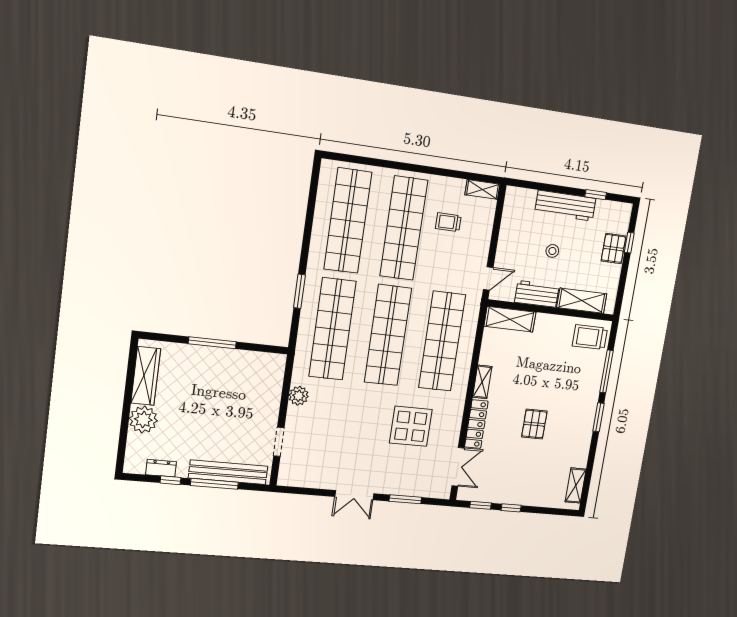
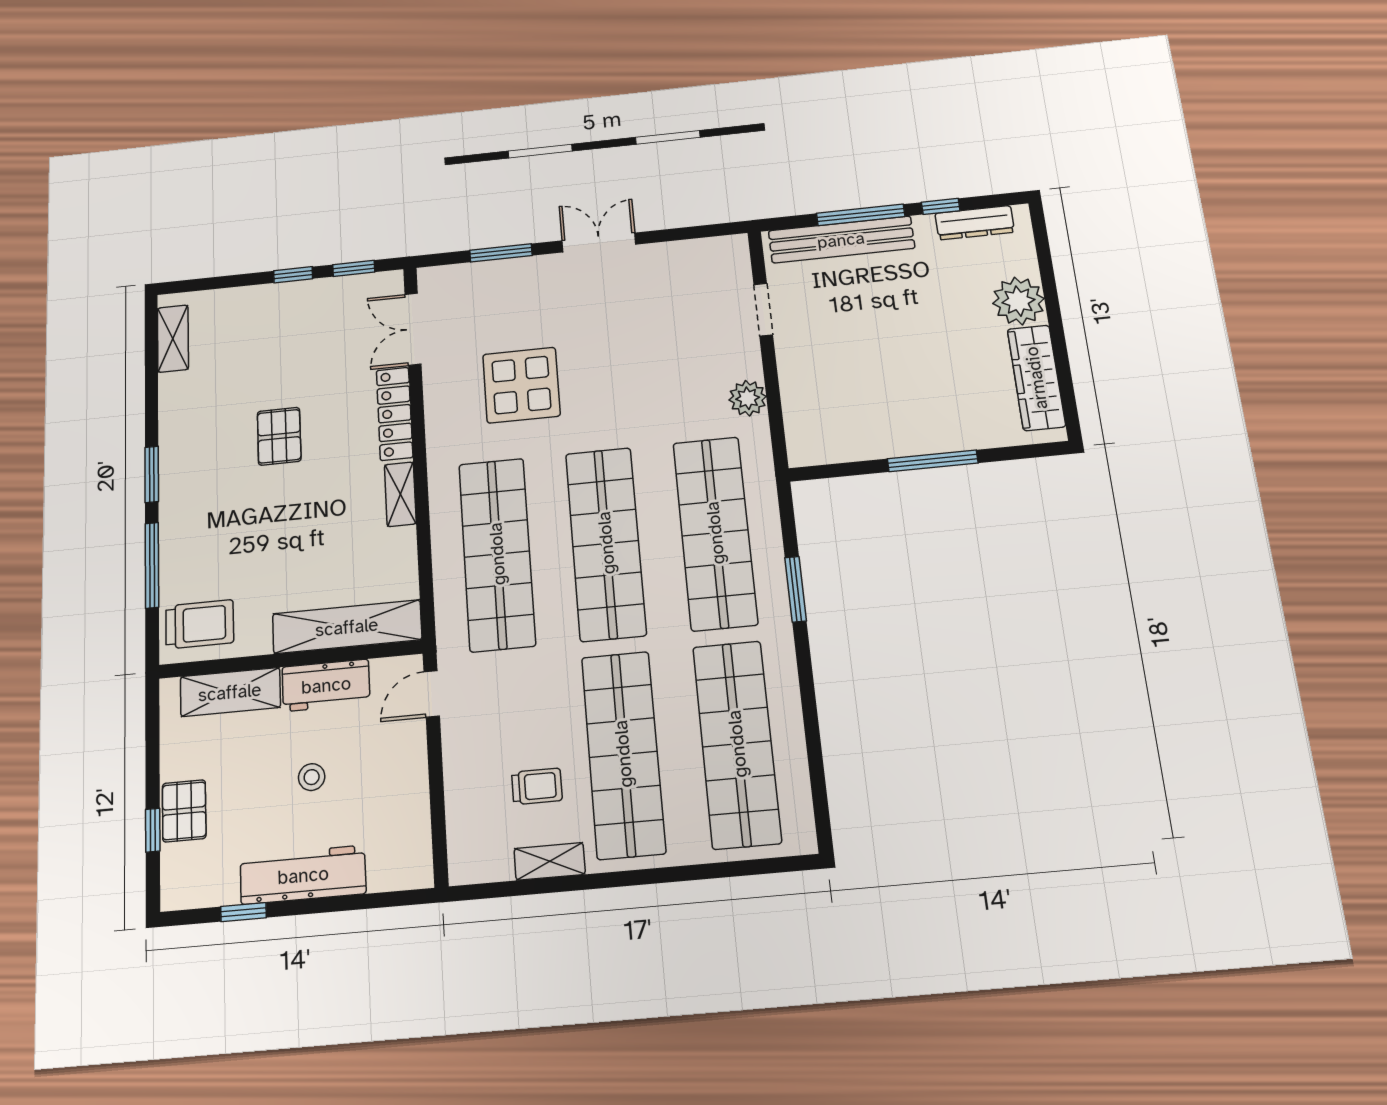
shelving: (482, 190) -> (550, 861), moved
shelving: (510, 319) -> (347, 627), width x1.47
dresser: (161, 468) -> (975, 223), width x1.44

